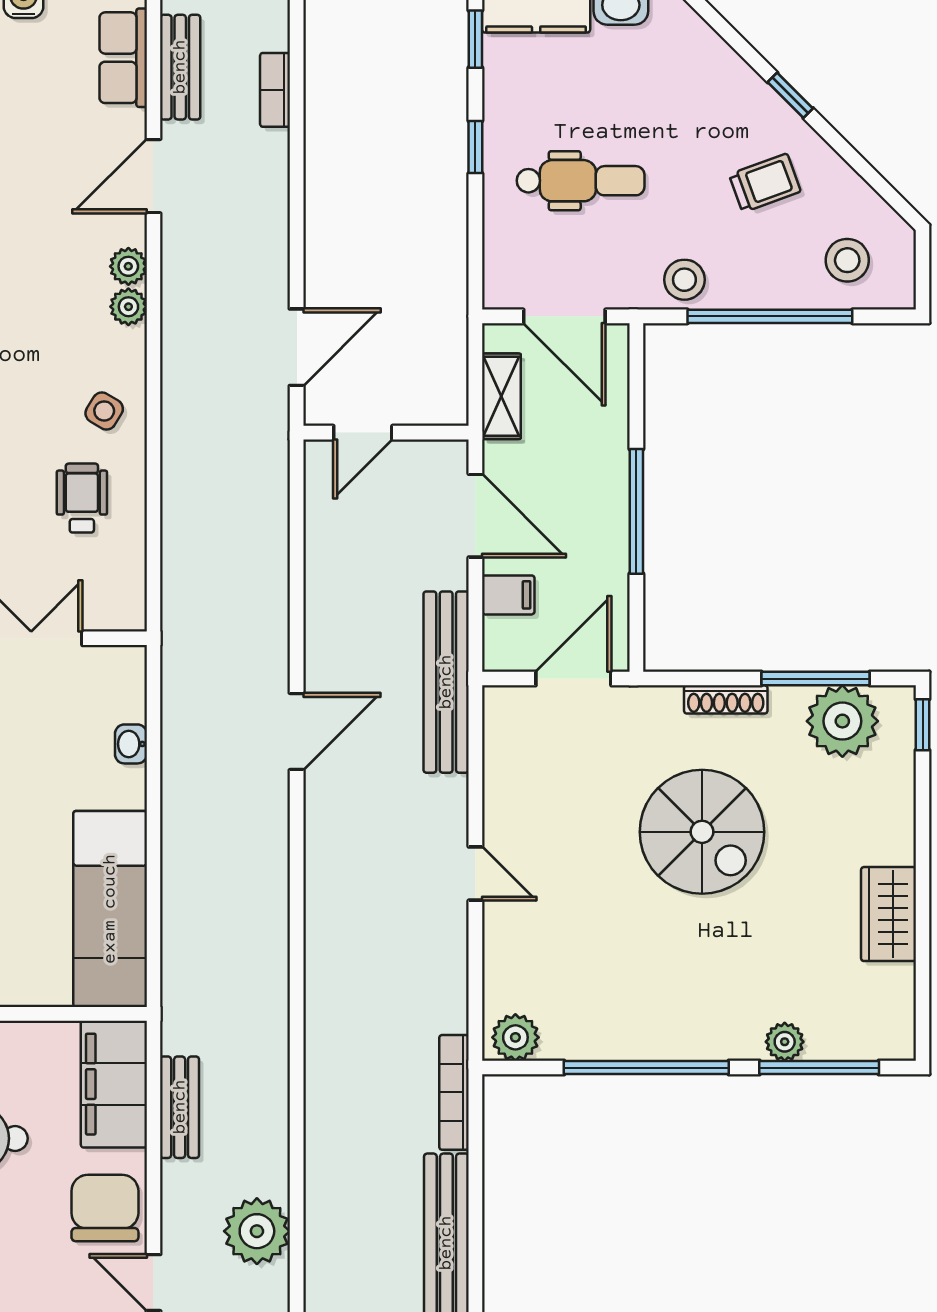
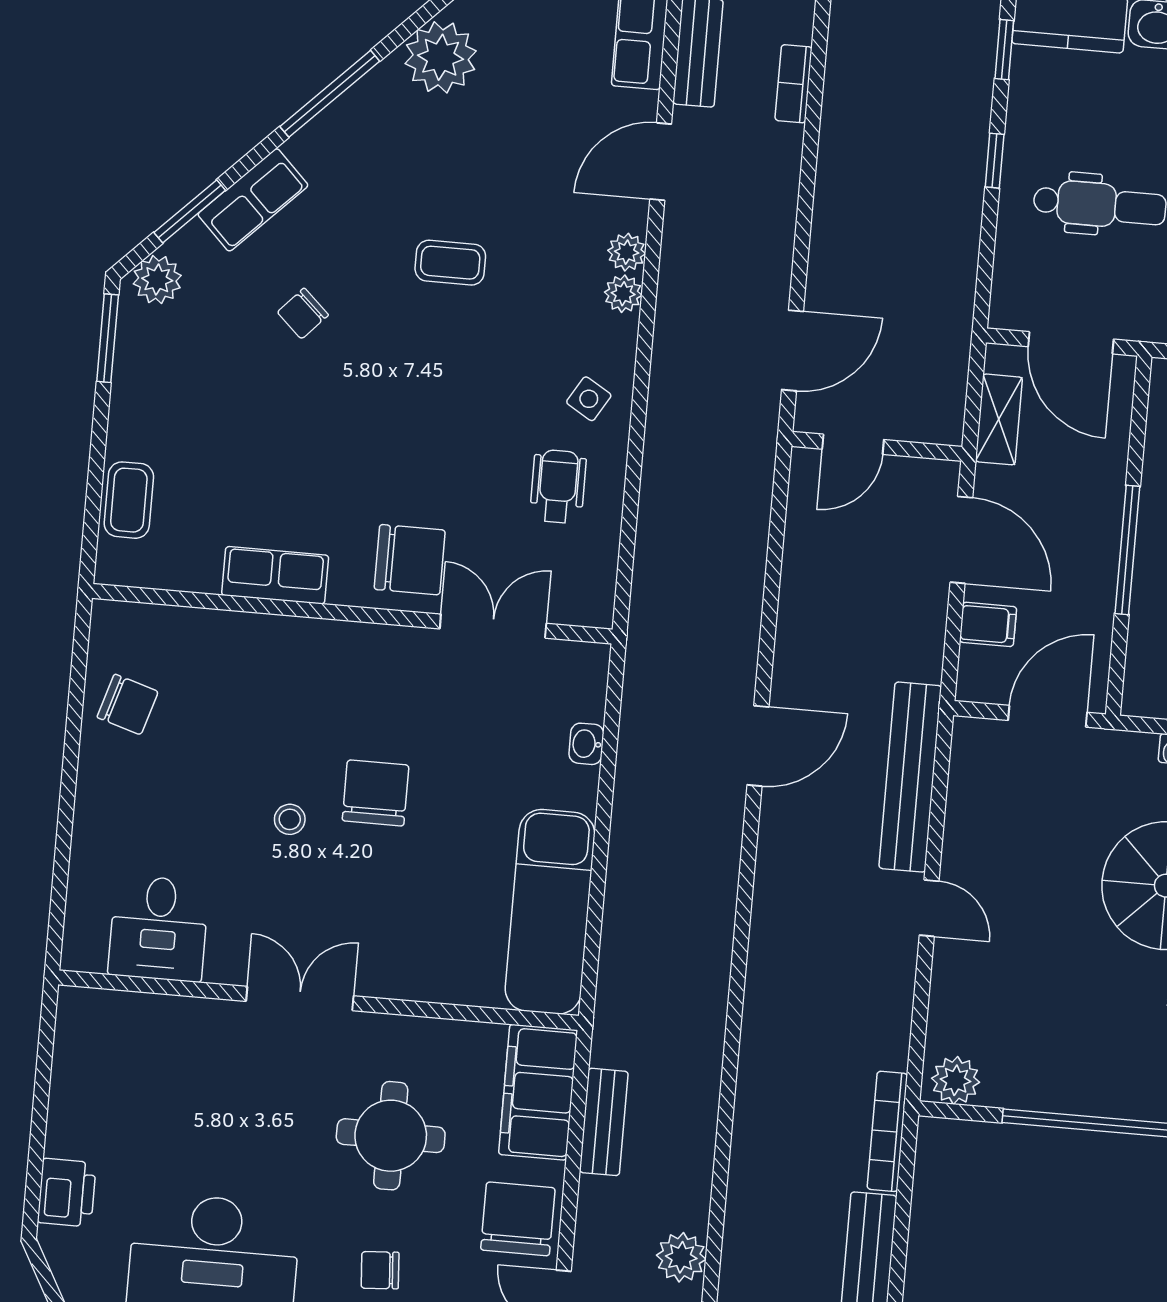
bench: (446, 682) -> (910, 777), moved
plant: (257, 1231) -> (681, 1257), width x0.73, depth x0.73

